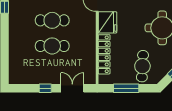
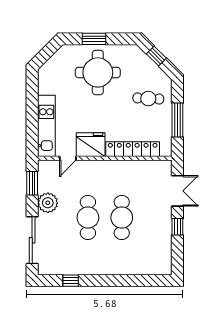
cafe table: (142, 66) -> (148, 98), width x0.73, depth x0.74
double door: (72, 88) -> (177, 191), swing flipped

